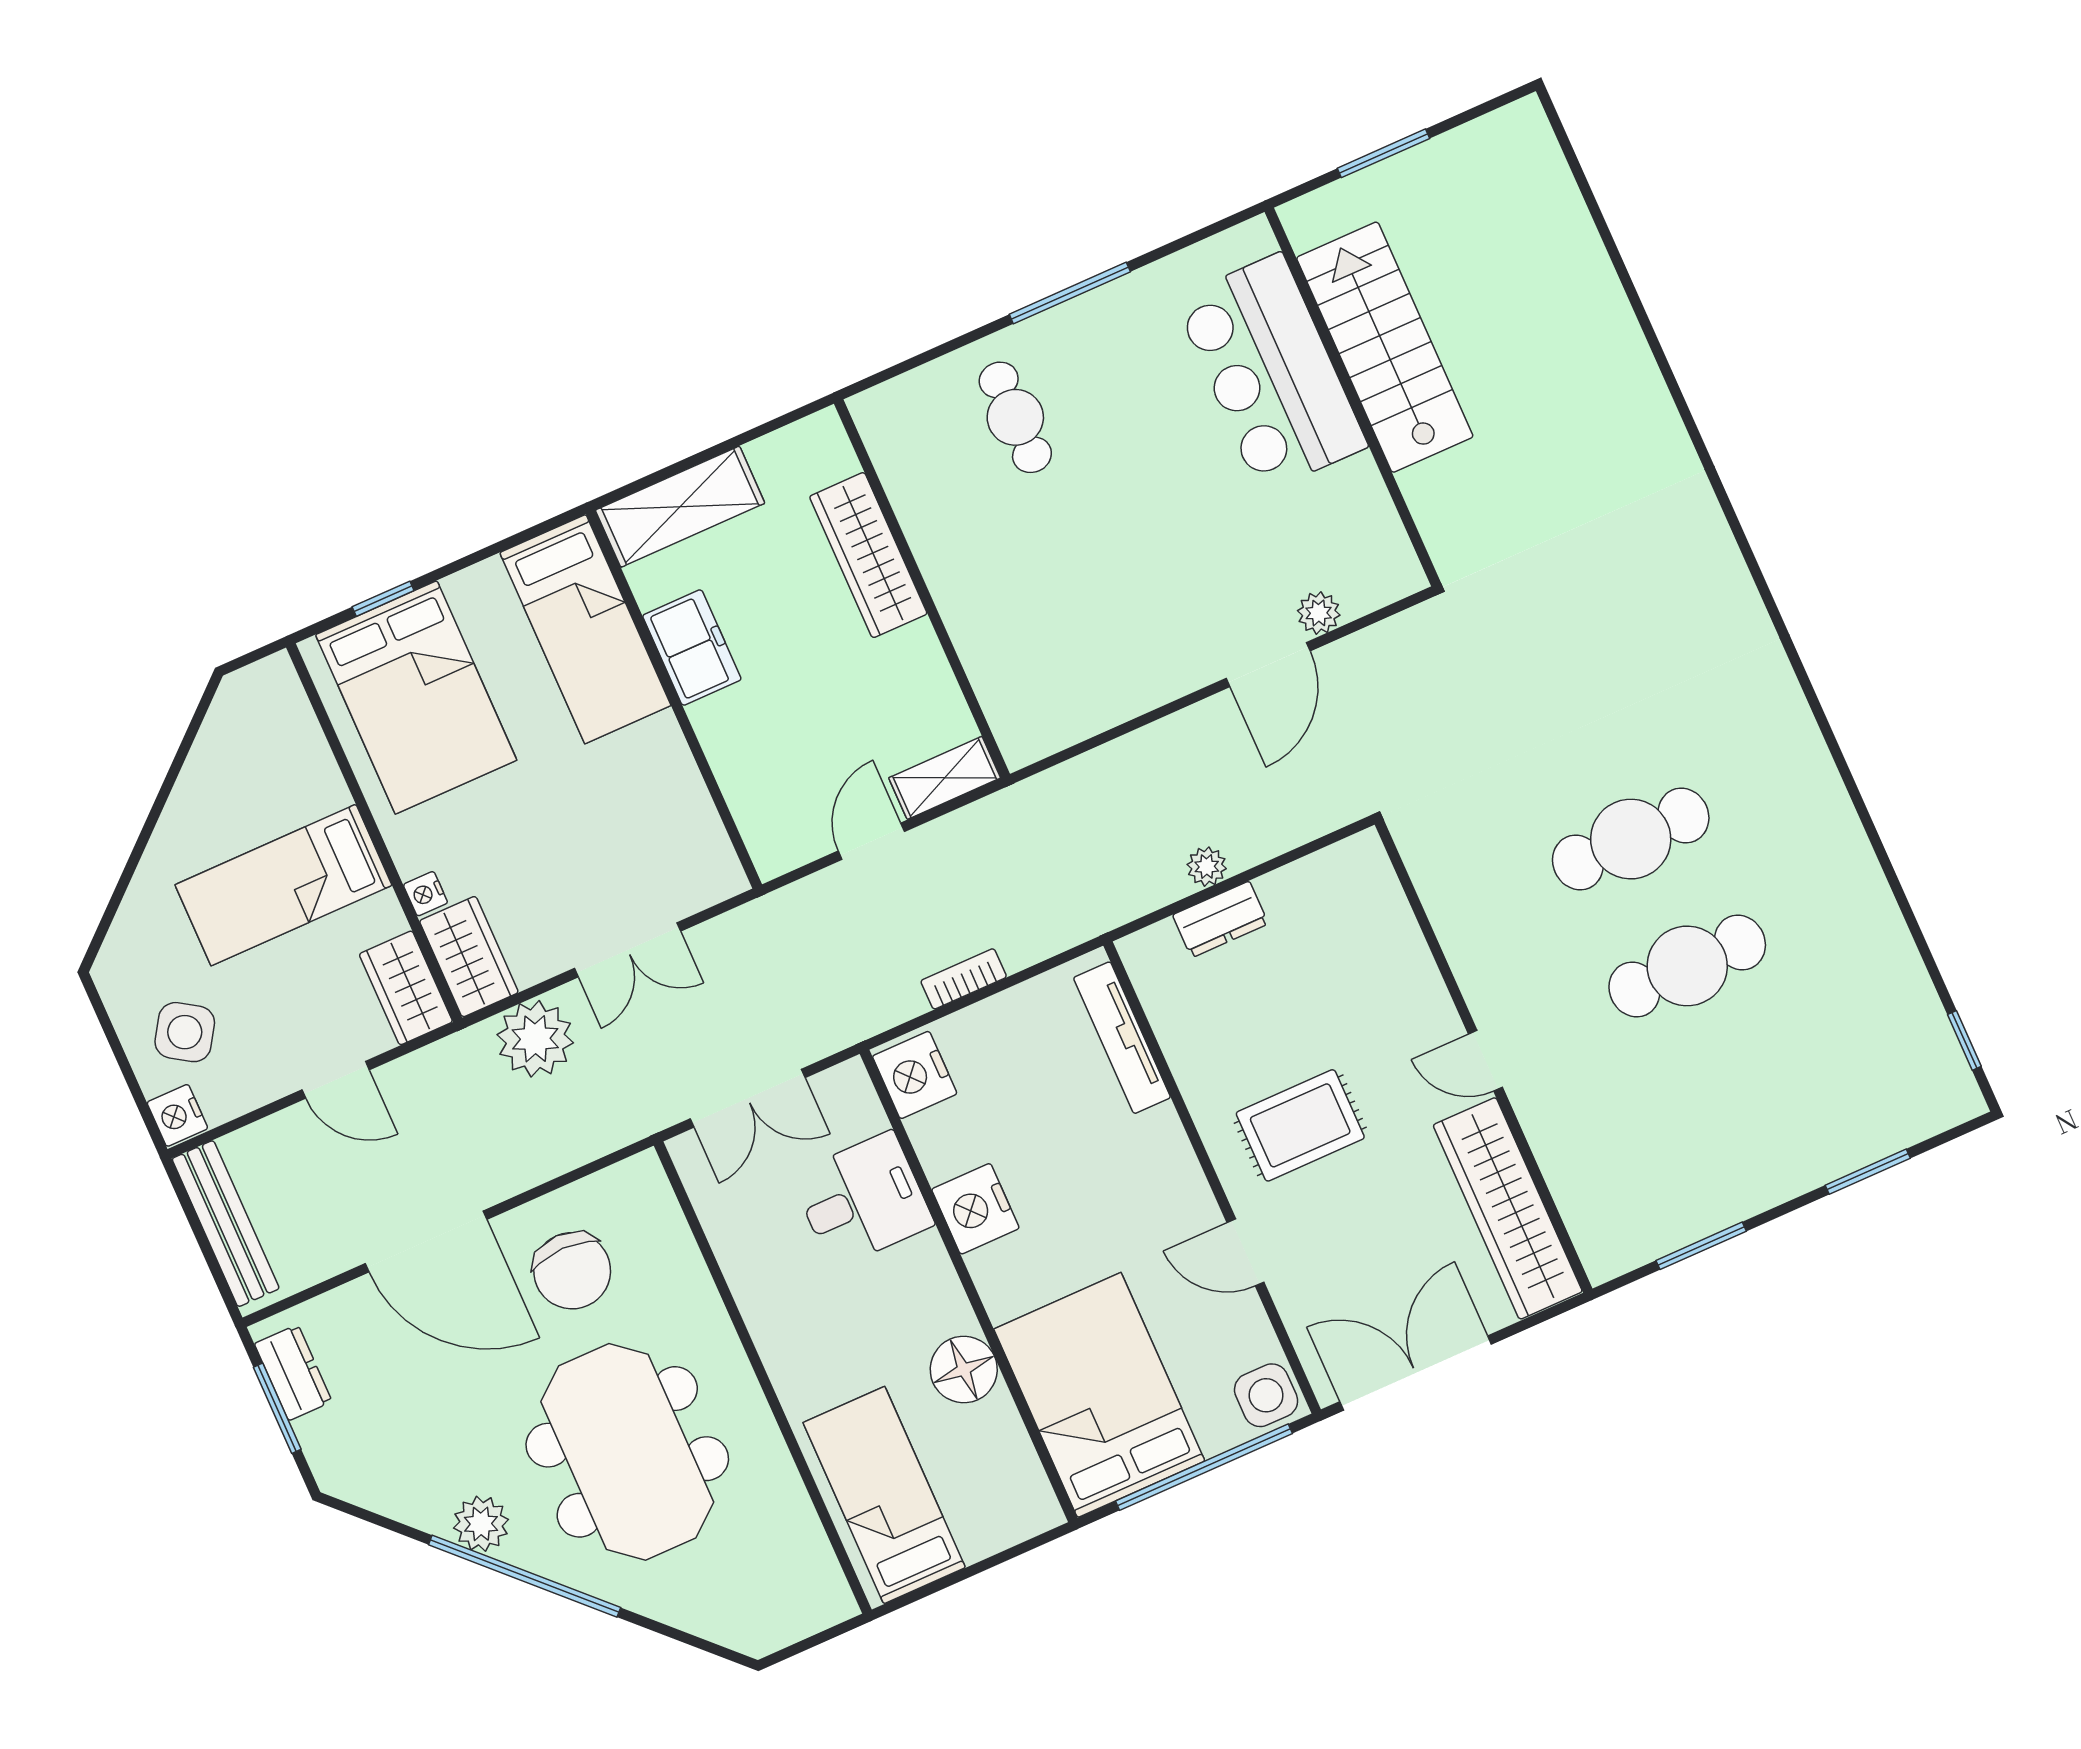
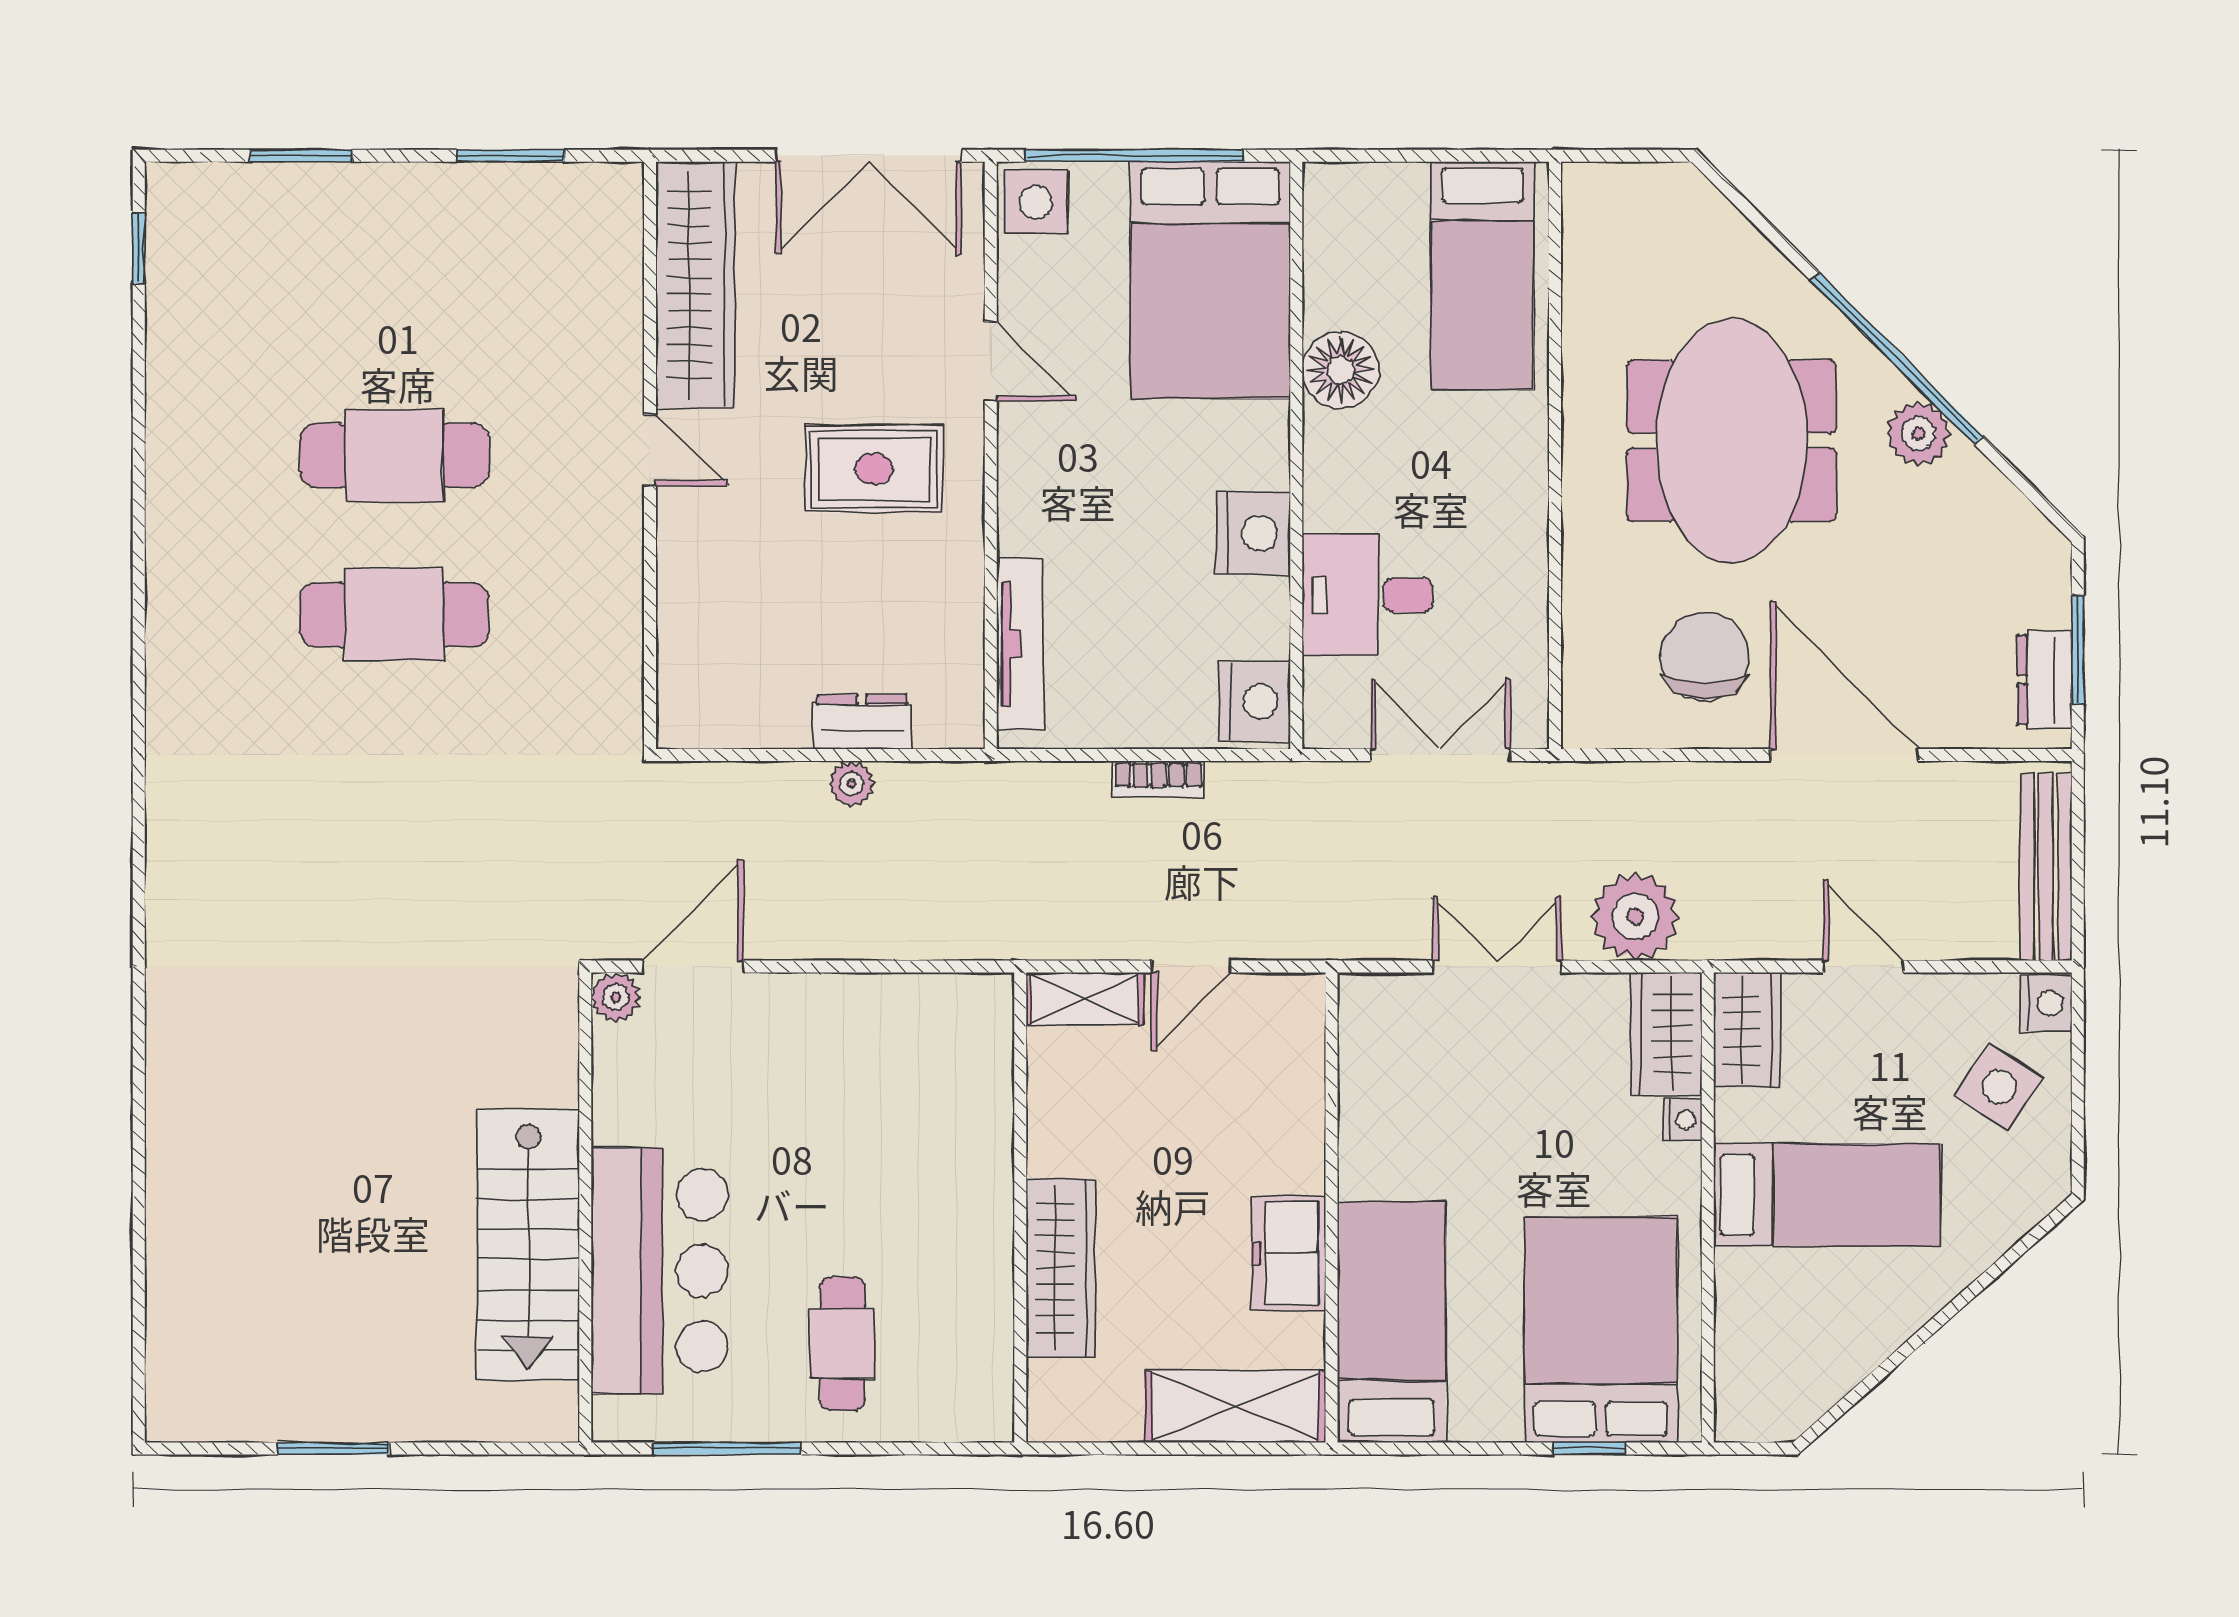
stairs: (1385, 347) -> (528, 1245), moved
bar counter: (1271, 373) -> (660, 1271), moved
wall: (1353, 397) -> (585, 1208), moved

